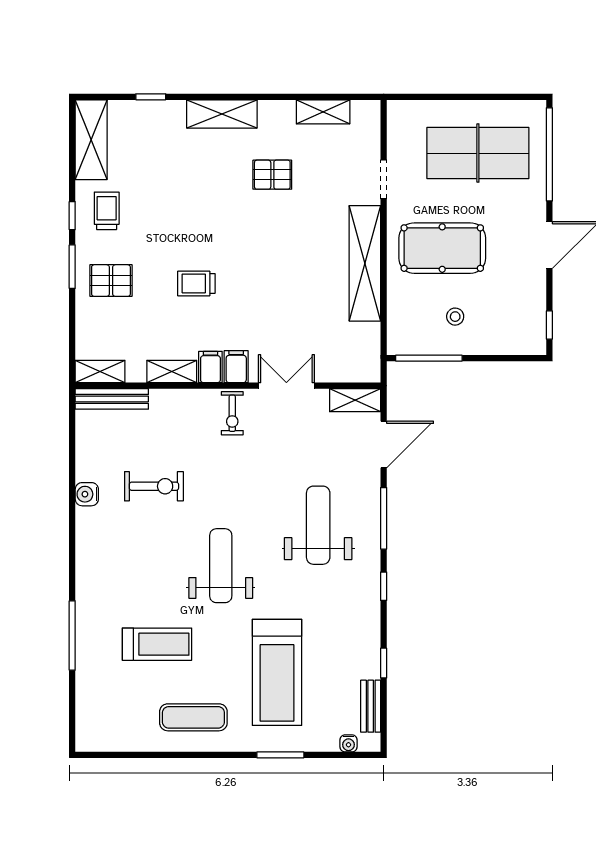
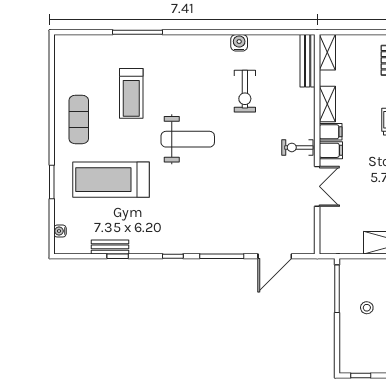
shelving: (355, 400) -> (307, 236), removed
door: (384, 445) -> (275, 256), hinge flipped
weight bench: (318, 525) -> (217, 209), removed
bench: (371, 706) -> (110, 247), moved

